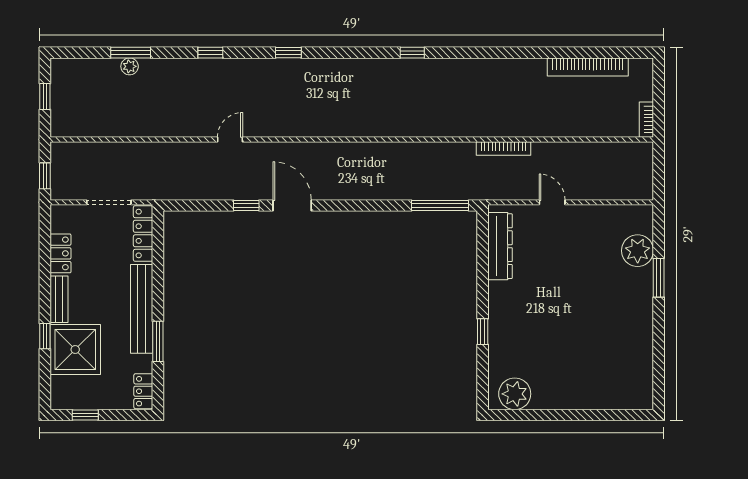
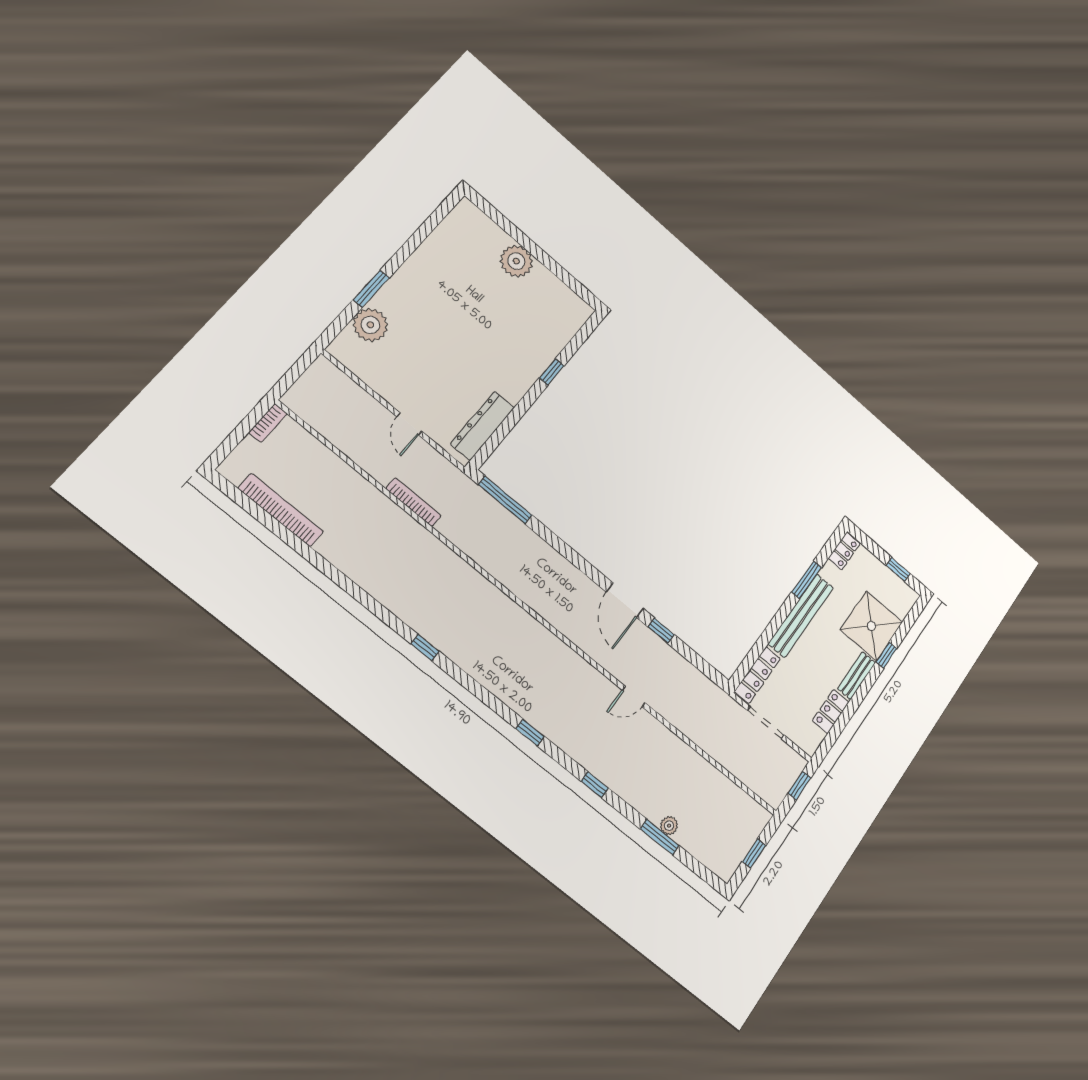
plant: (515, 394) -> (516, 261), moved

